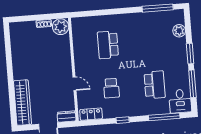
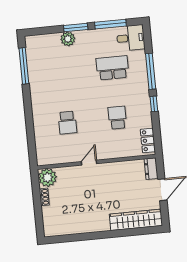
plant: (179, 31) -> (68, 39), moved
school desk: (108, 45) -> (67, 123), width x0.54
door: (75, 84) -> (89, 163), moved
school desk: (111, 88) -> (117, 118), turned -90
window: (164, 117) -> (151, 71), moved

